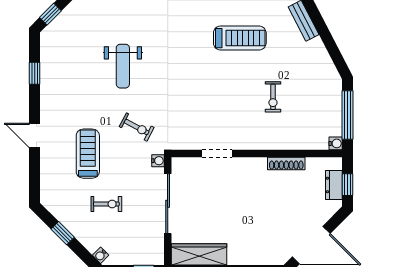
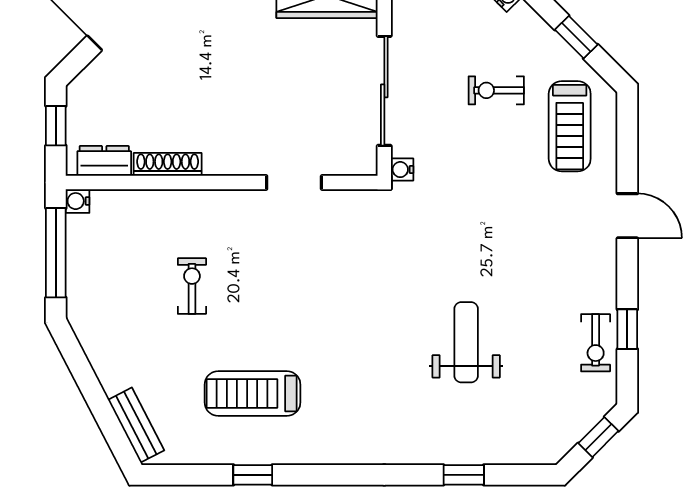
exercise bike: (137, 127) -> (596, 343), moved, turned -118
treadmill: (88, 154) -> (570, 126), moved
dresser: (334, 185) -> (104, 161), moved, turned -90

